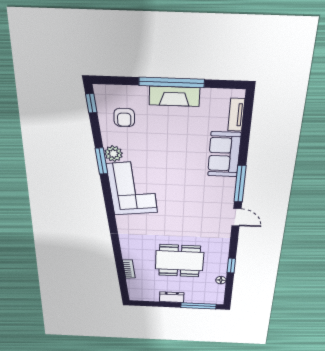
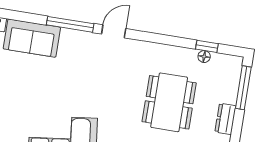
window: (231, 266) -> (207, 46), moved

